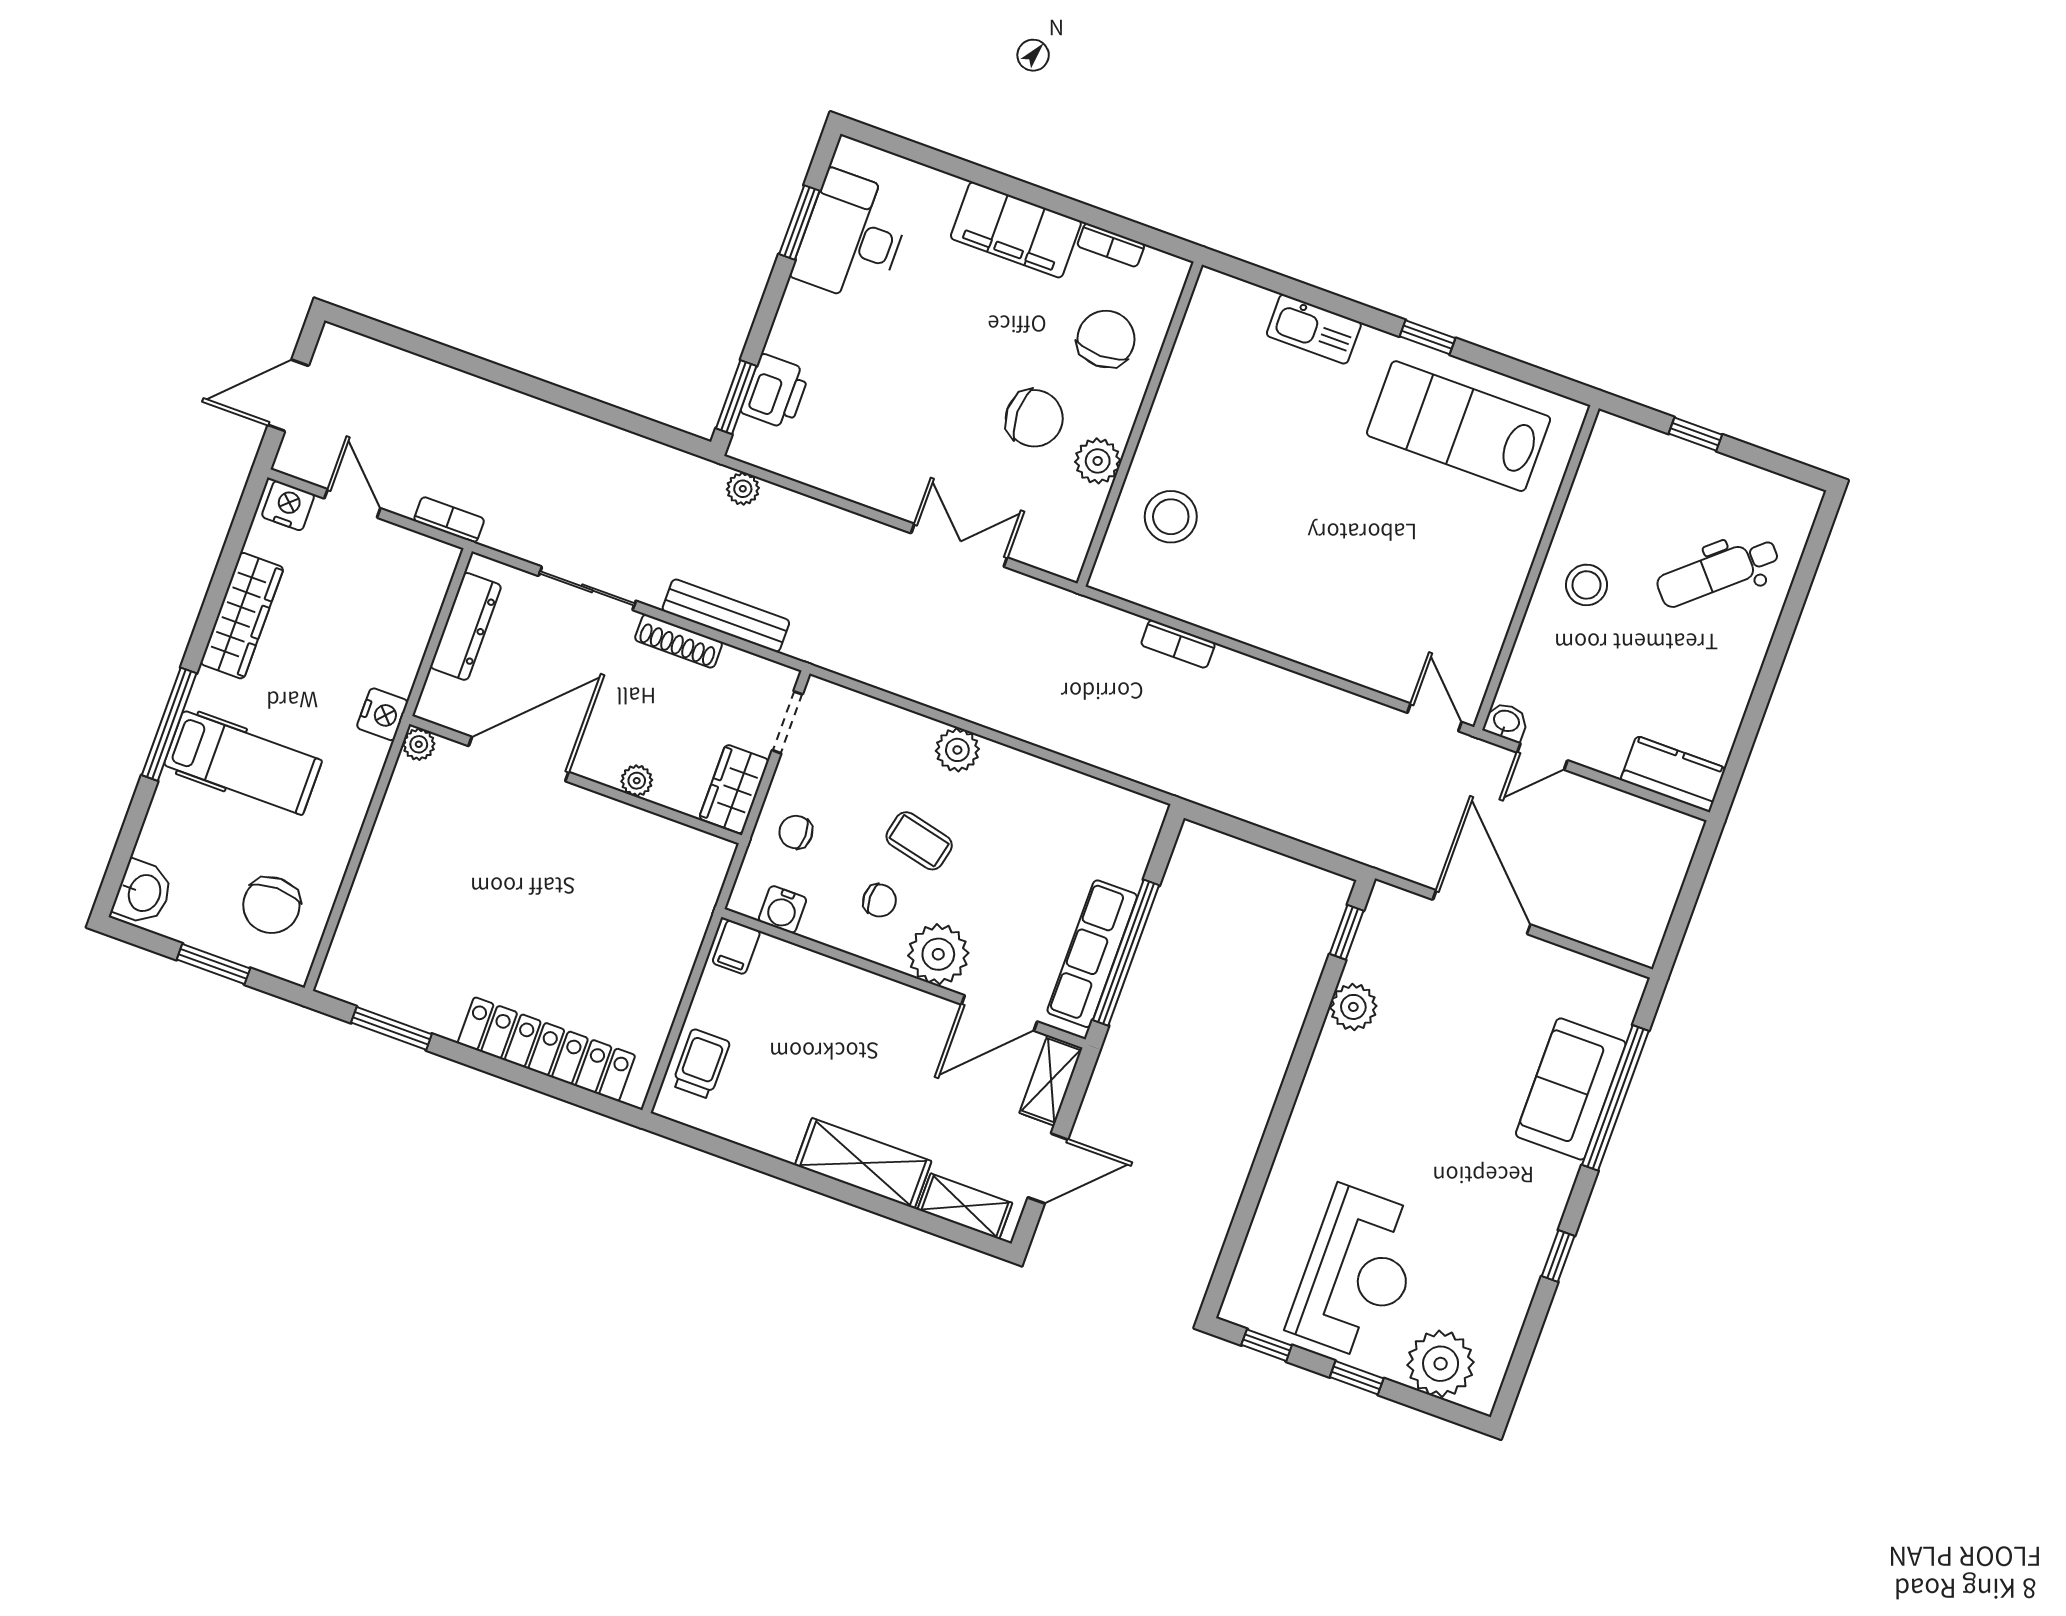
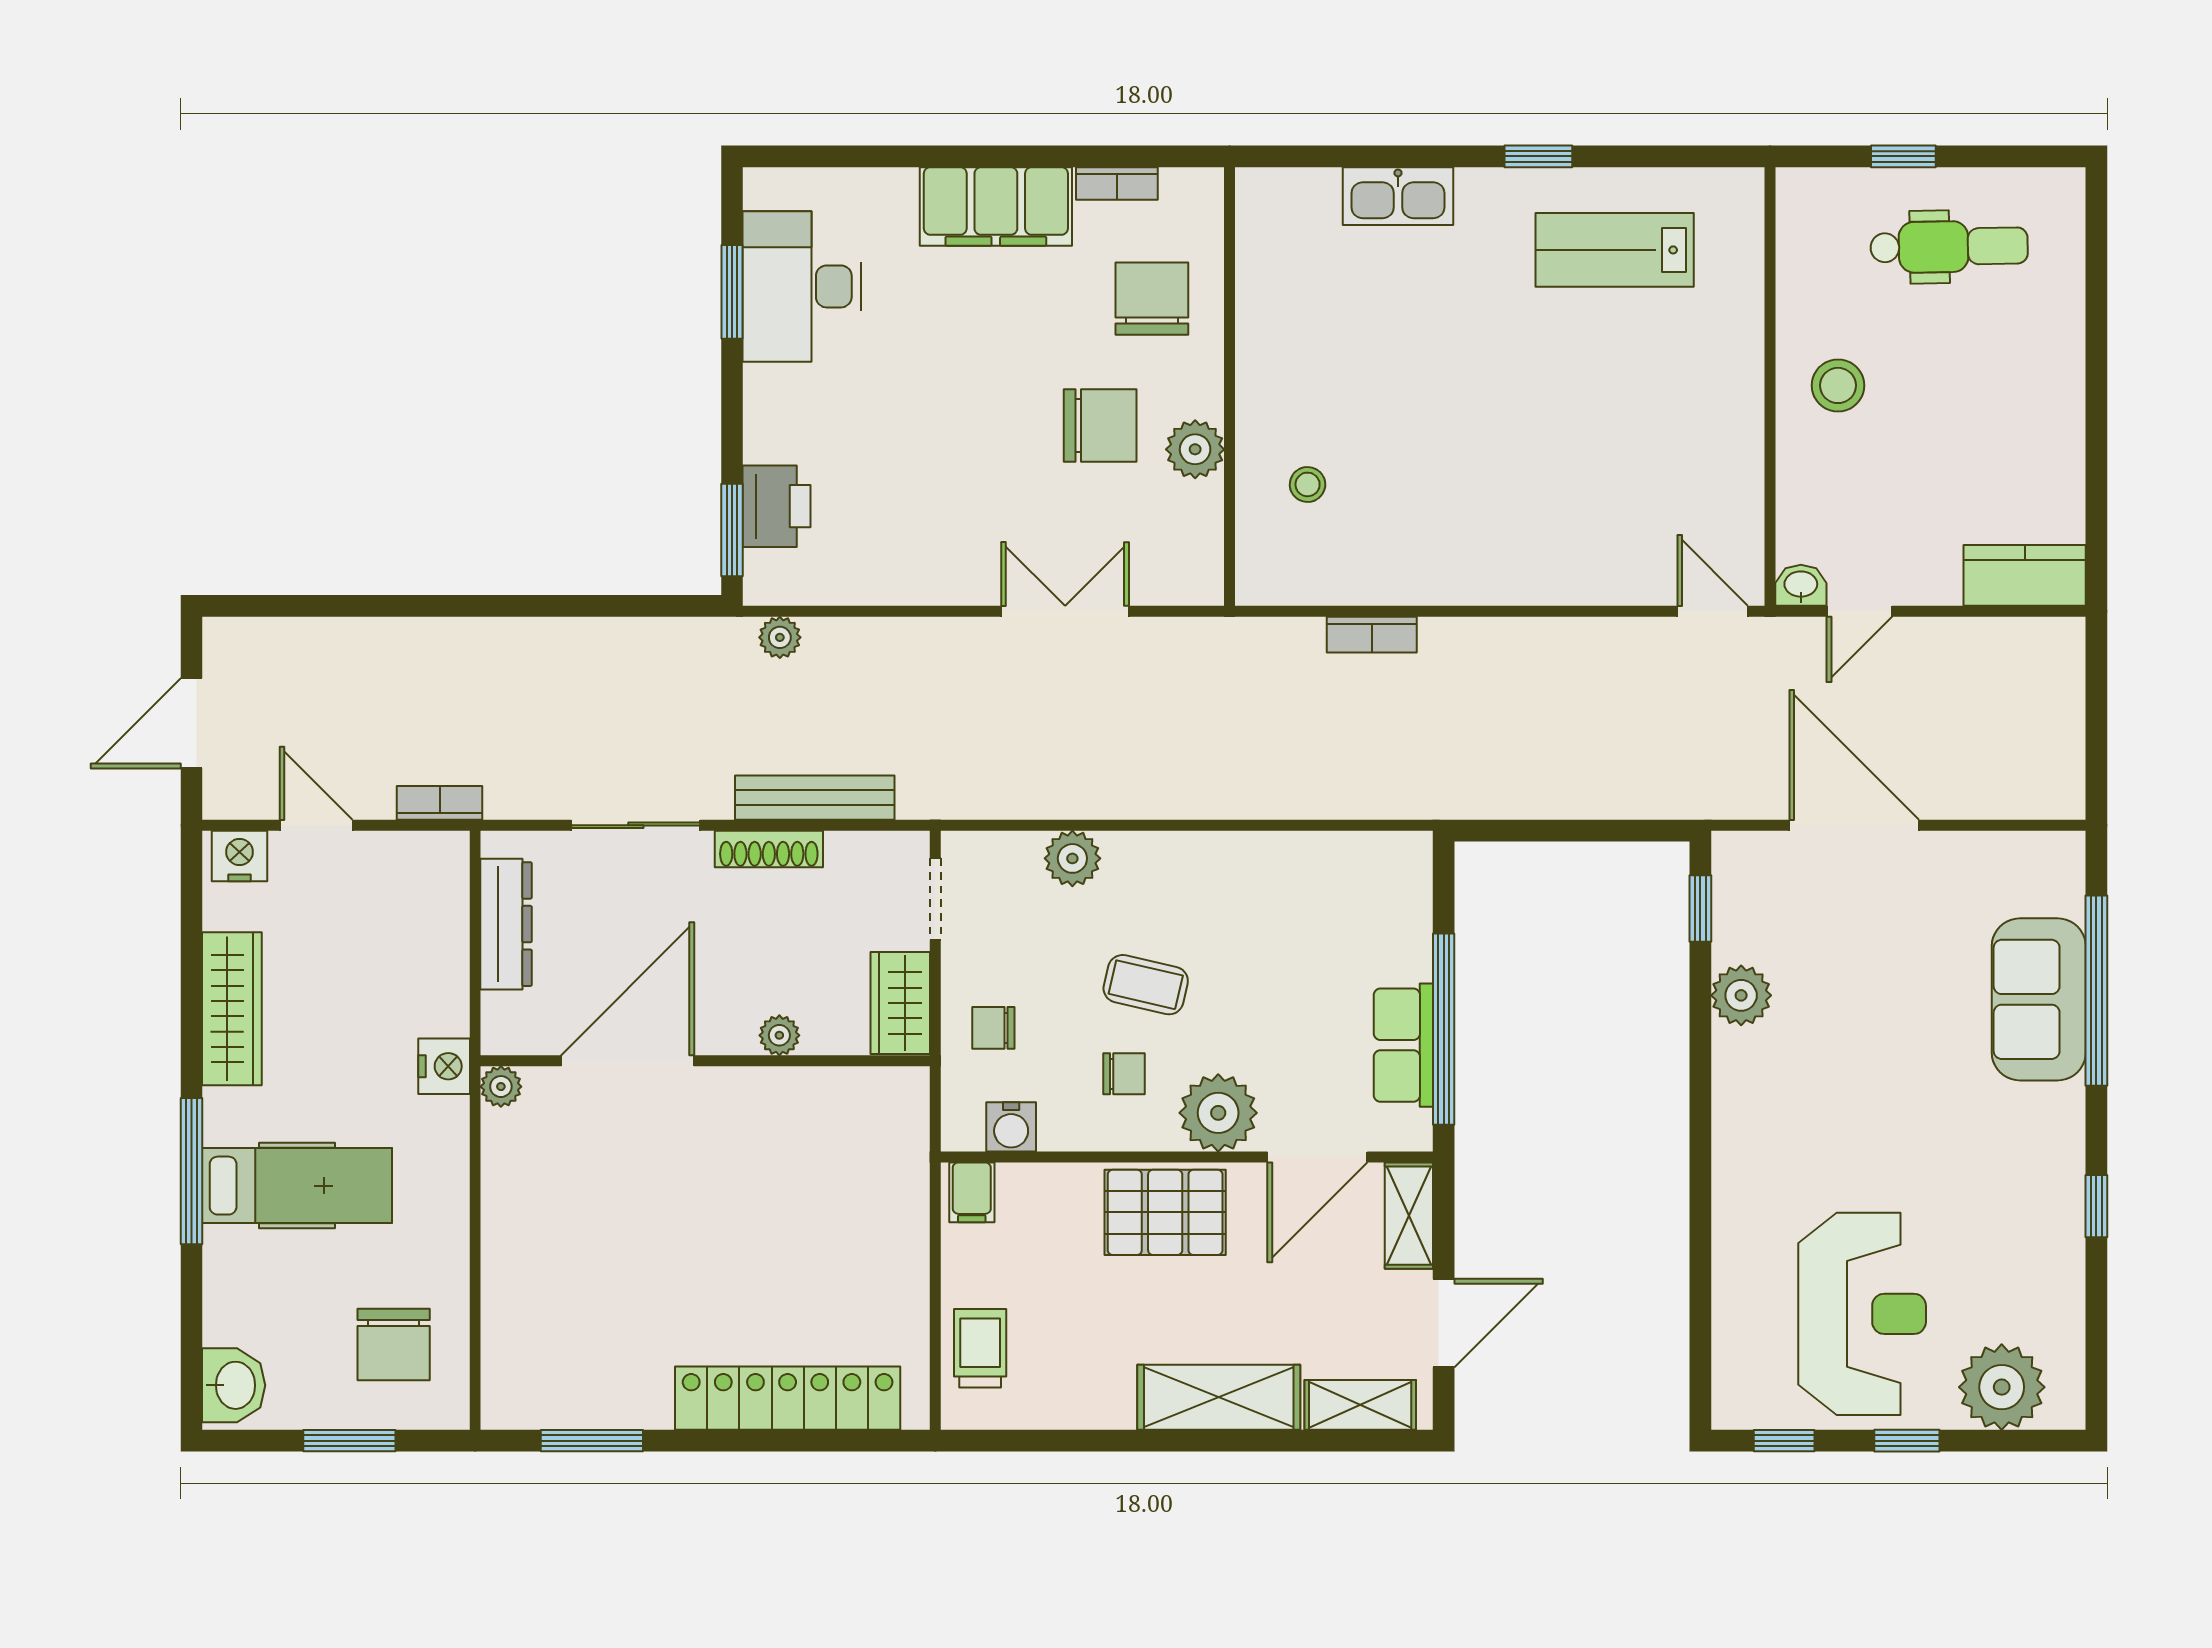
lab bench: (1459, 426) -> (1615, 250), width x0.73, depth x0.72
stool: (1171, 517) -> (1308, 484), width x0.53, depth x0.53
dental chair: (1718, 572) -> (1949, 247), moved, turned -140
plant: (957, 750) -> (1072, 858), moved
row of seats: (1092, 954) -> (1403, 1045), width x0.68
pallet: (873, 1013) -> (1165, 1212), added

